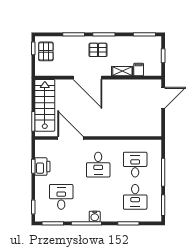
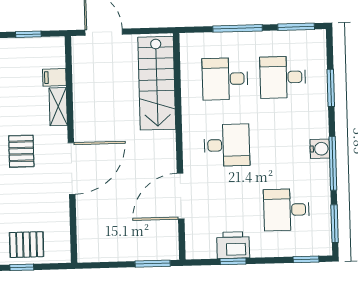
stairs: (45, 105) -> (157, 83), moved, turned -90
desk: (135, 197) -> (283, 77), turned 180

